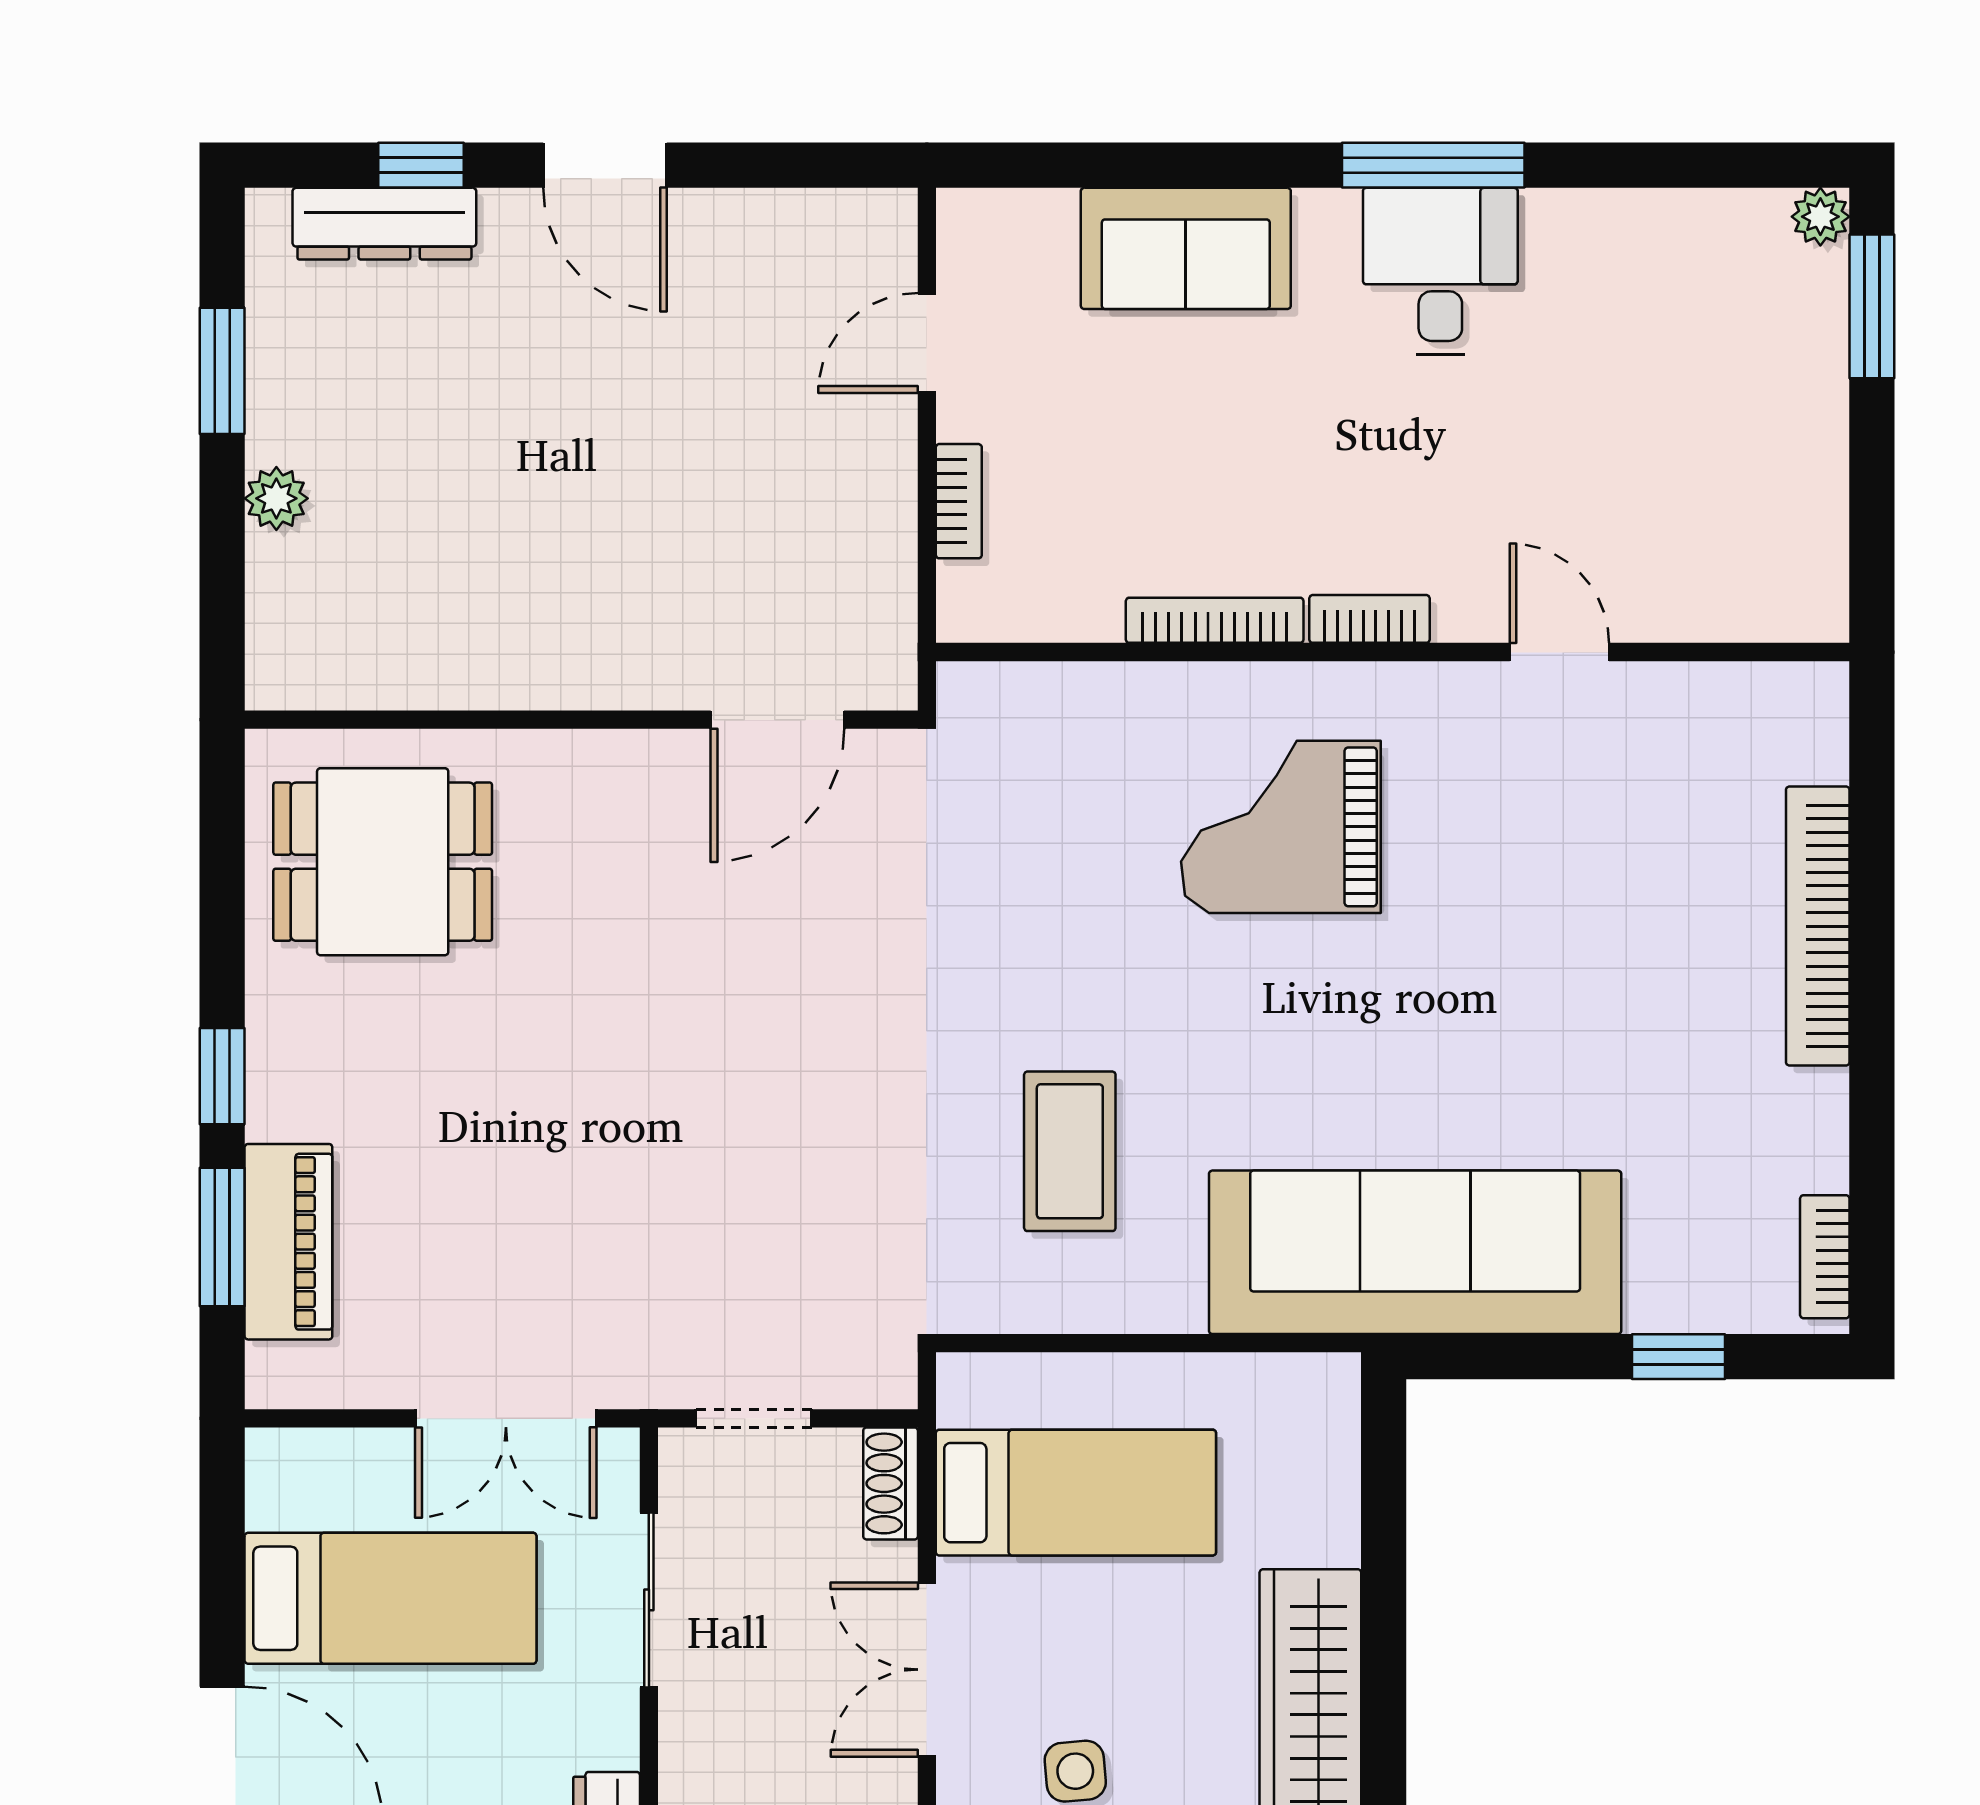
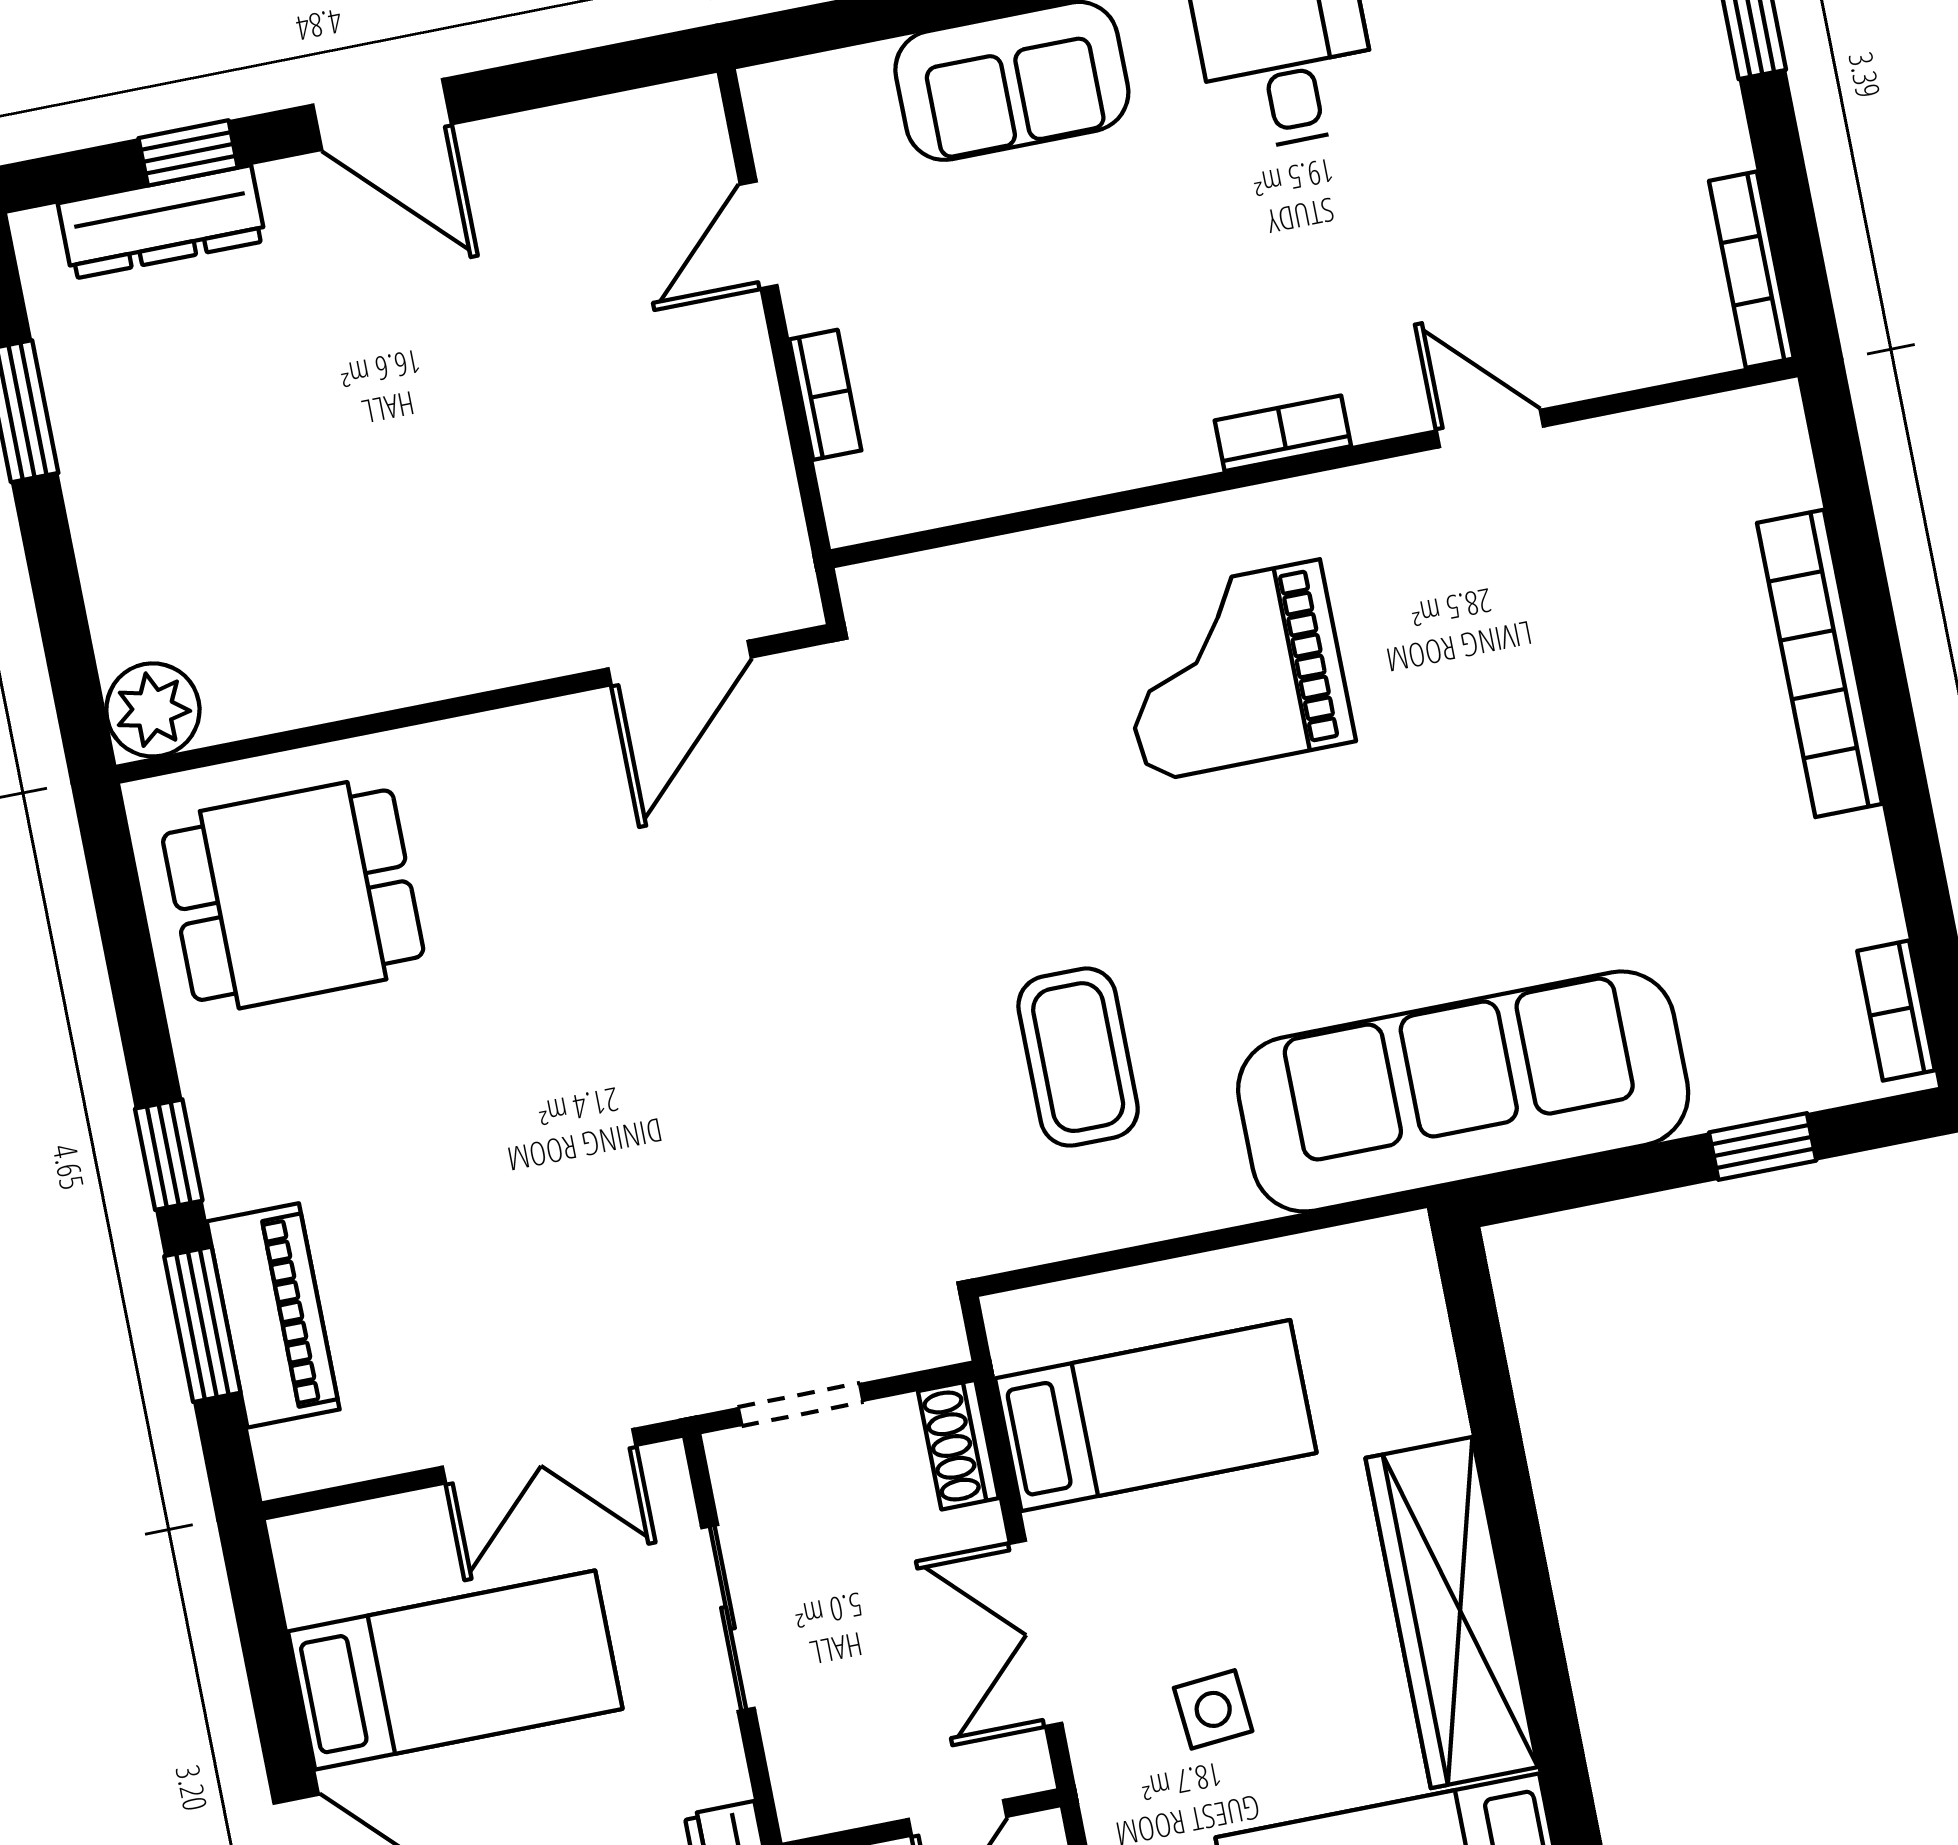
plant: (276, 498) -> (153, 710), moved, width x1.38, depth x1.38
bookcase: (1215, 620) -> (1751, 270), moved, turned -90

